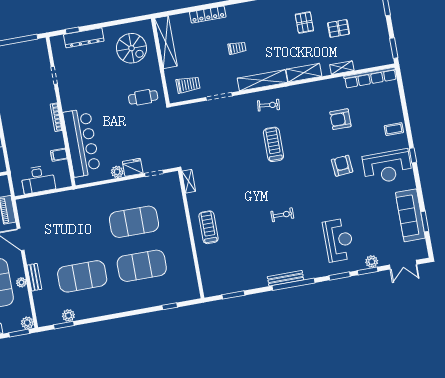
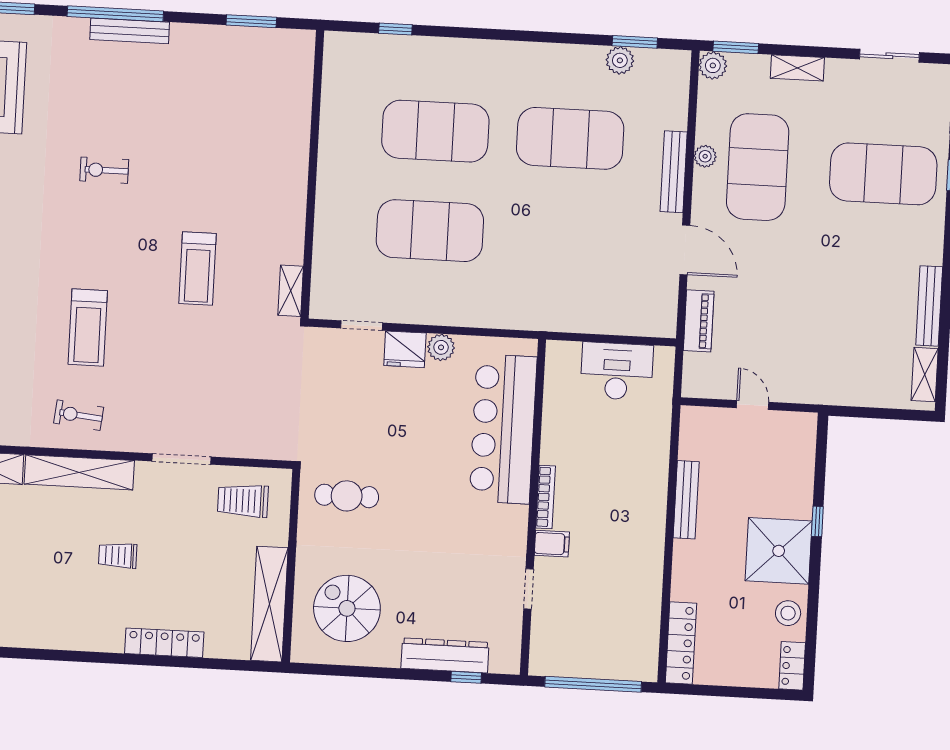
filing cabinet: (59, 155) -> (552, 544), moved
treadmill: (209, 227) -> (198, 269), moved
bench: (34, 277) -> (674, 172), width x1.36

